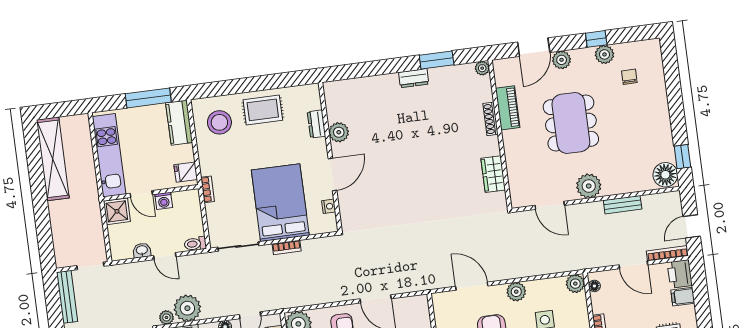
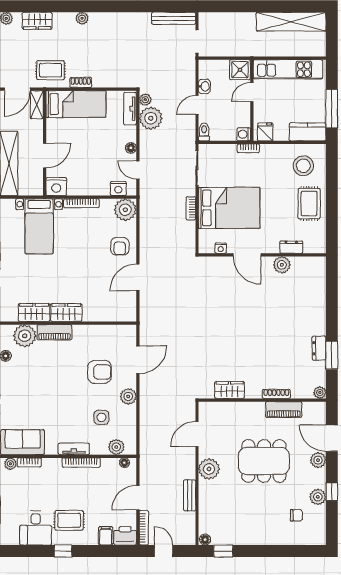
dresser: (414, 78) -> (319, 348), moved
floor lamp: (665, 175) -> (205, 540), width x0.53, depth x0.53
washing machine: (164, 201) -> (244, 134), moved
plant: (575, 284) -> (116, 447), moved

